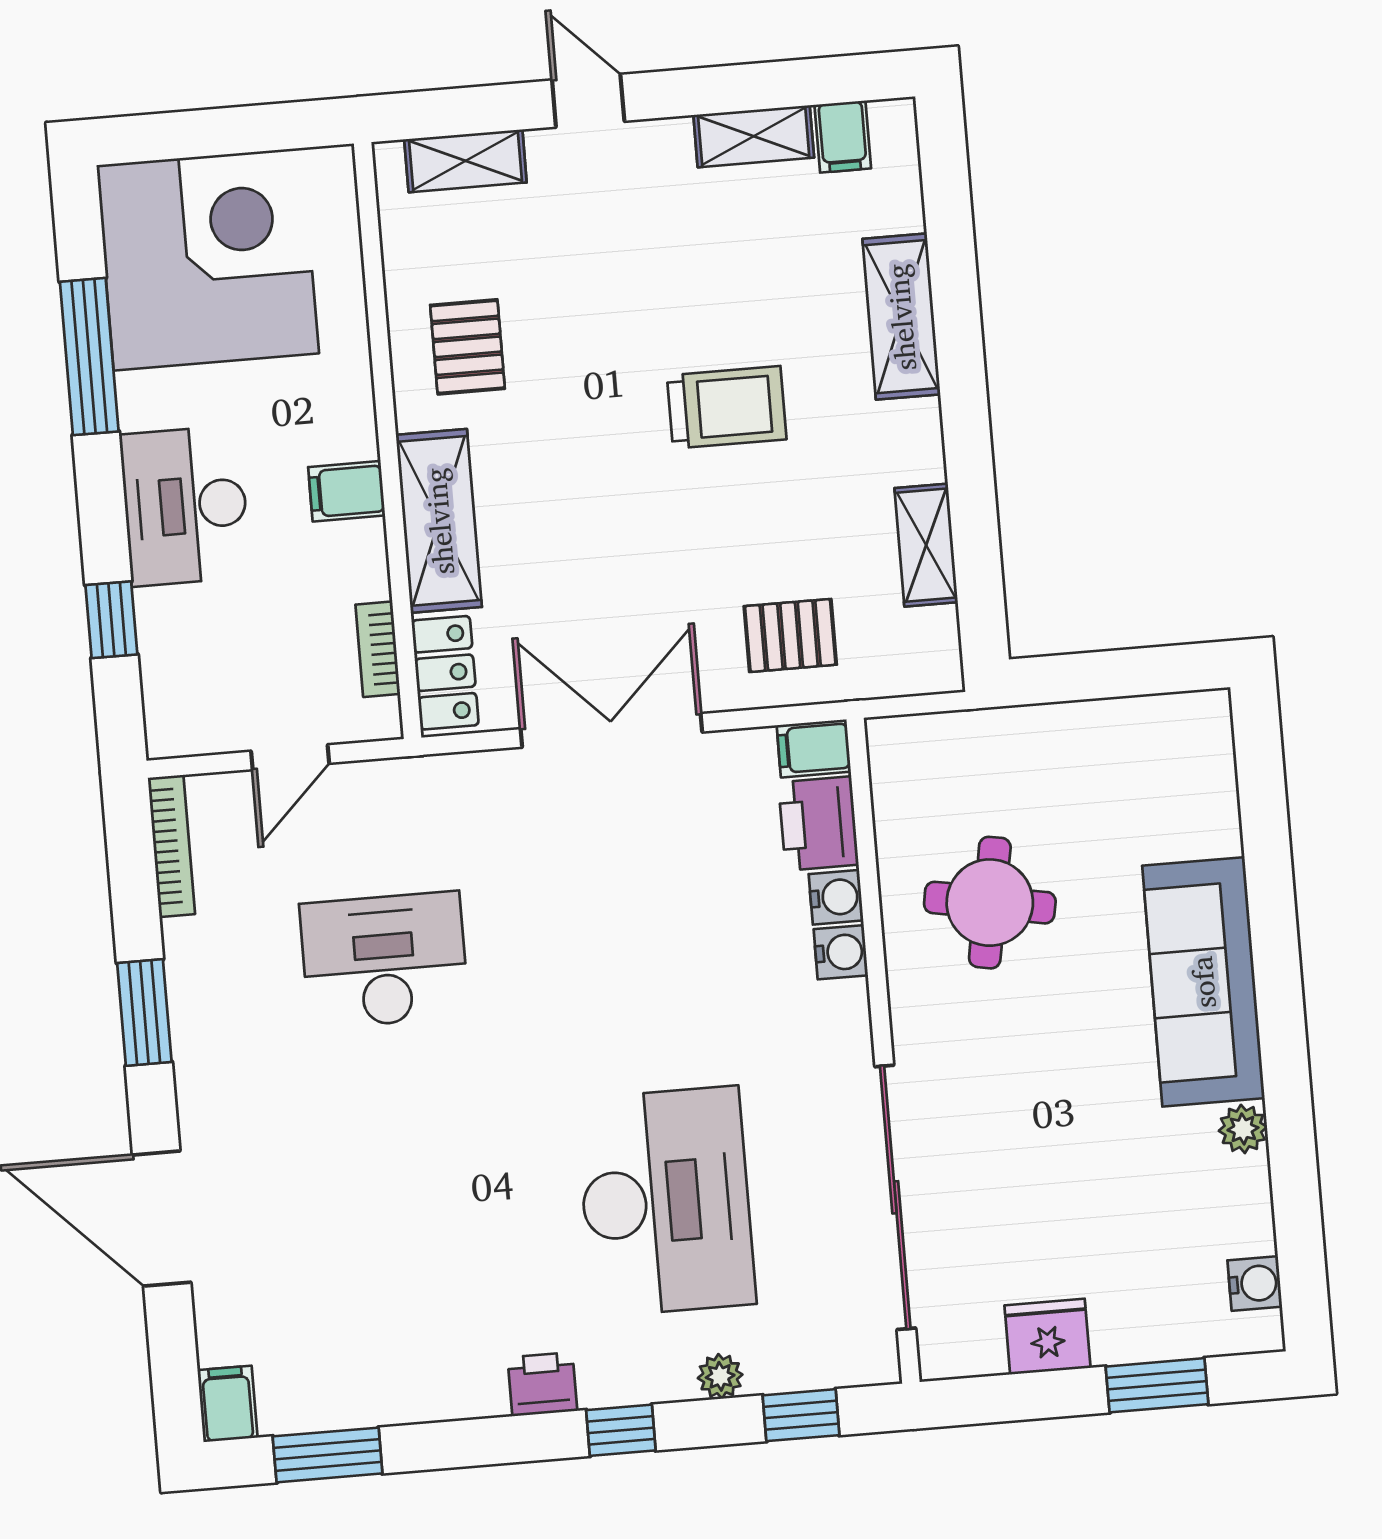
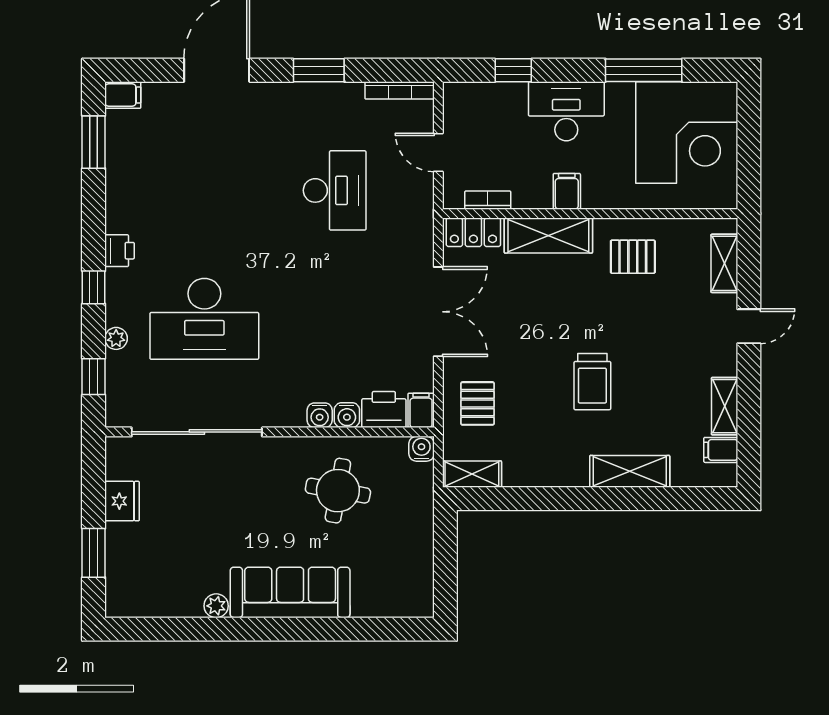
shelving: (926, 545) -> (472, 474), moved
water cooler: (1255, 1283) -> (421, 449), moved, turned 180

